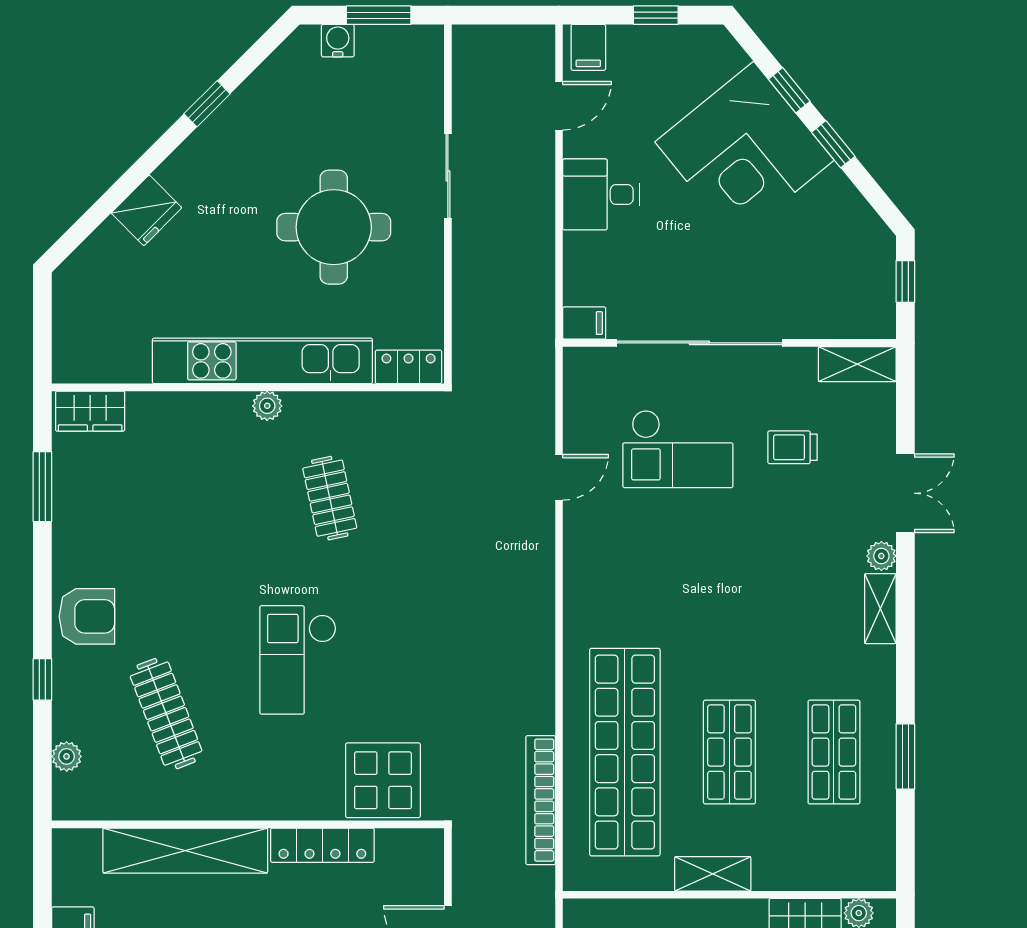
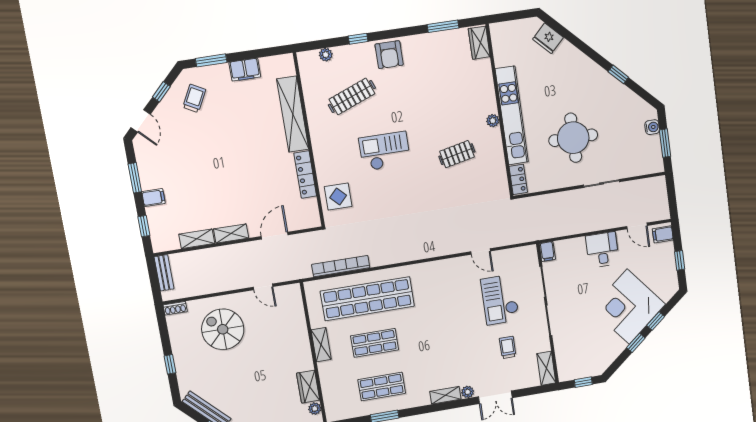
fridge: (147, 210) -> (548, 38), moved
display table: (383, 780) -> (338, 197), width x0.73, depth x0.73

